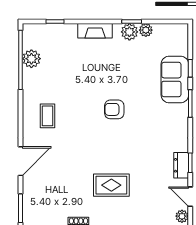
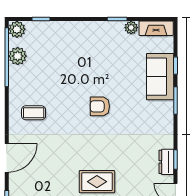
fireplace: (95, 31) -> (156, 28), moved
plant: (129, 32) -> (17, 29), moved
coffee table: (48, 116) -> (34, 113), turned 90

